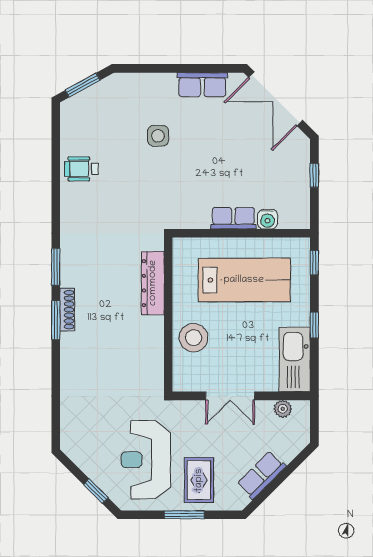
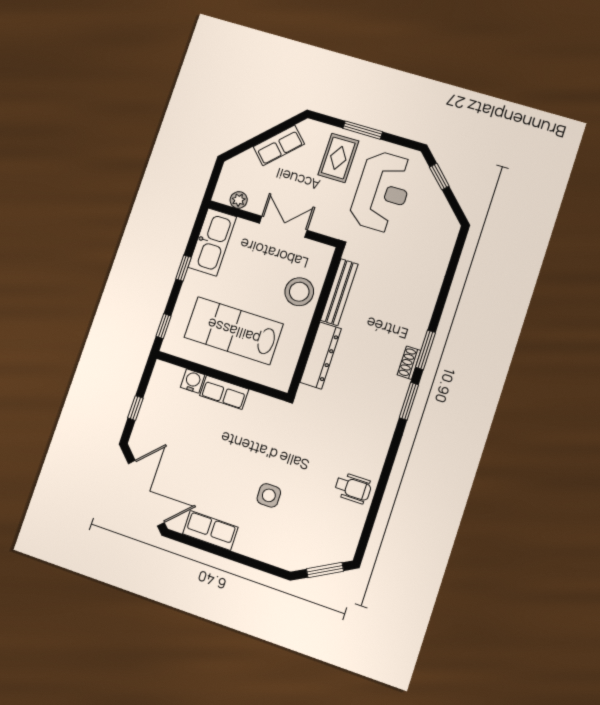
shoe rack: (67, 310) -> (409, 363), width x0.70
bench: (155, 349) -> (339, 292), added

